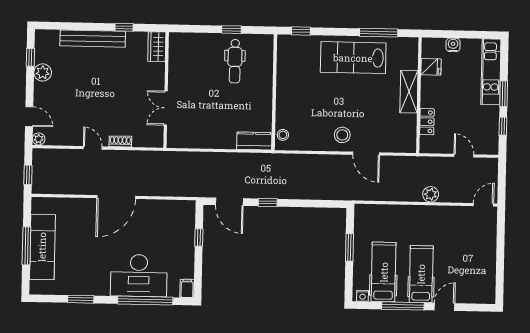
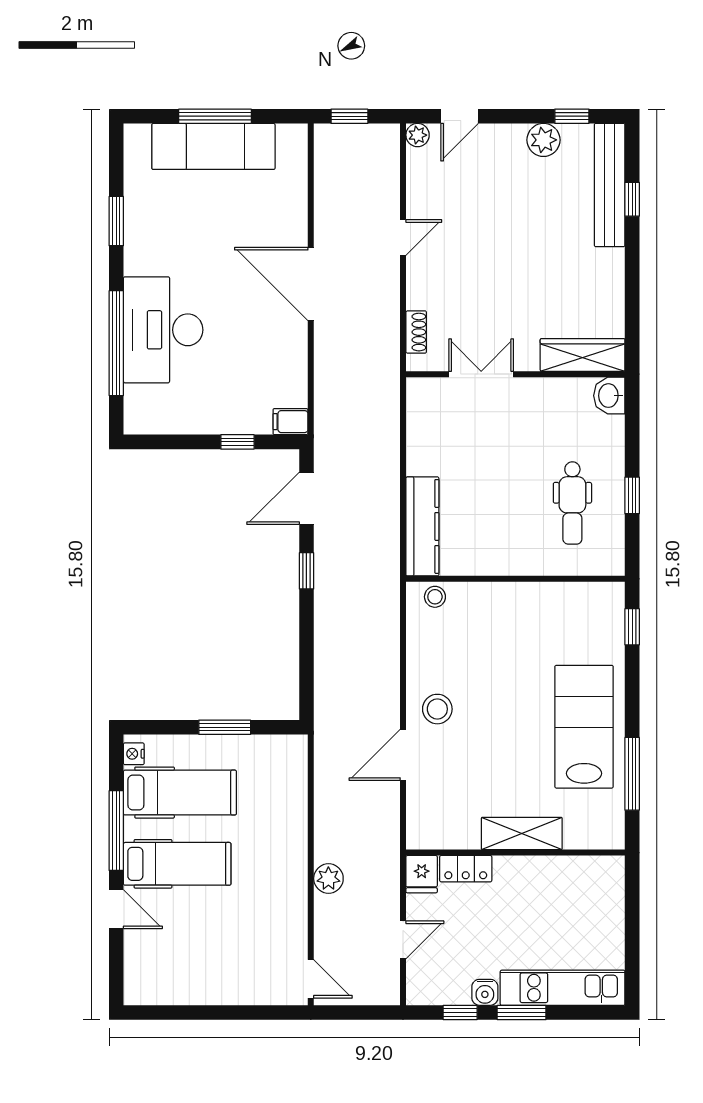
window: (124, 27) -> (632, 199), moved
bench: (93, 39) -> (610, 185), moved
washbasin: (178, 41) -> (609, 396), added
water cooler: (453, 45) -> (485, 992), moved, turned 90
wardrobe: (157, 47) -> (583, 355), width x1.50
dental chair: (235, 61) -> (572, 503), turned -90
fridge: (431, 67) -> (422, 874), moved
shoe rack: (120, 141) -> (416, 332), moved
kitchen counter: (254, 141) -> (422, 526), width x1.50
filing cabinet: (187, 288) -> (290, 422), moved, turned 180

